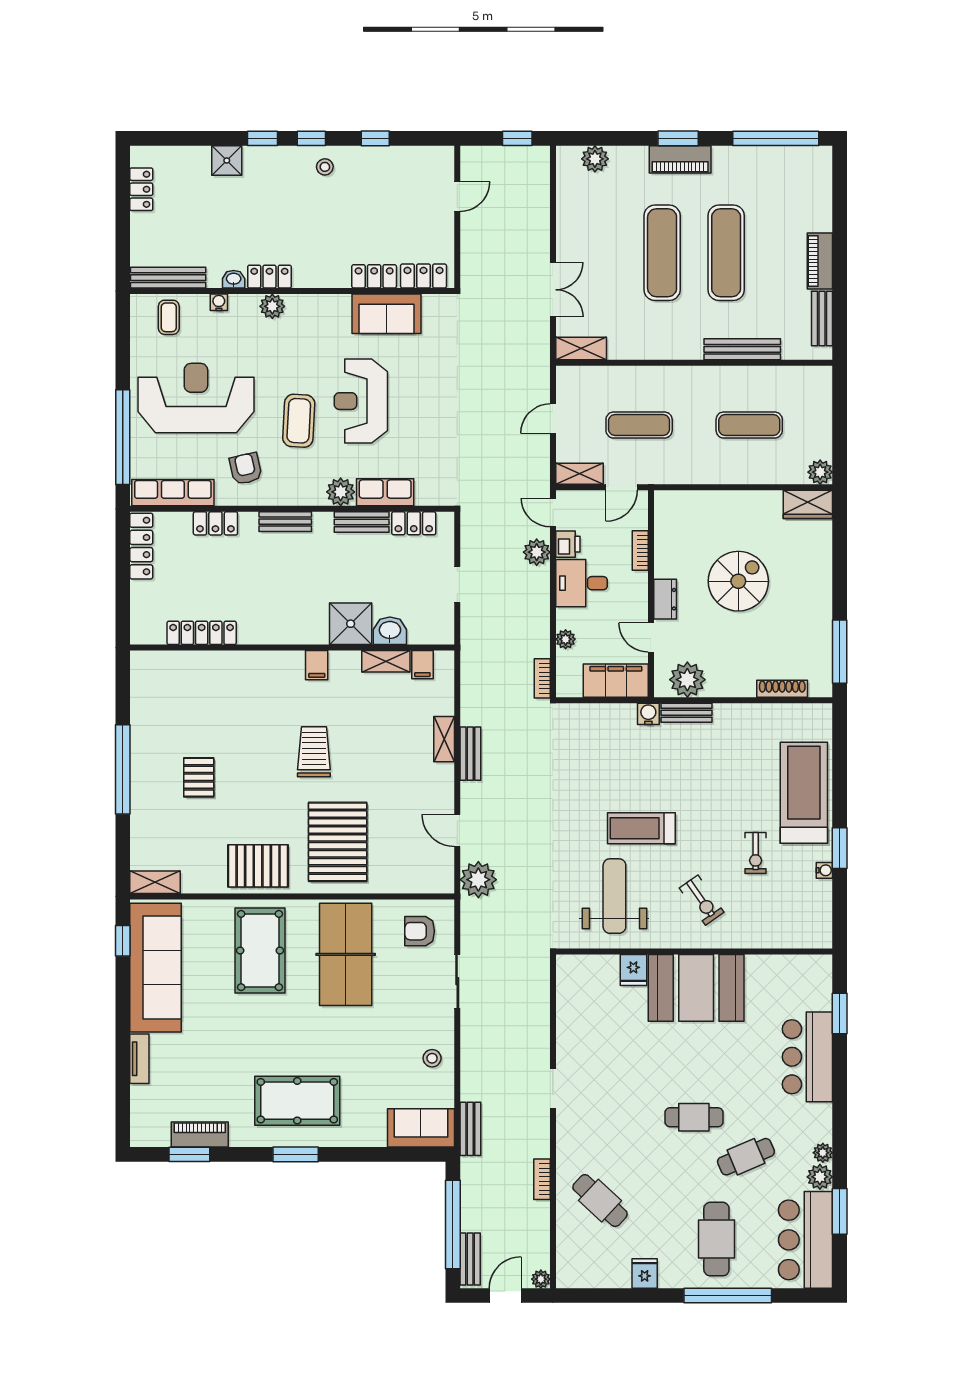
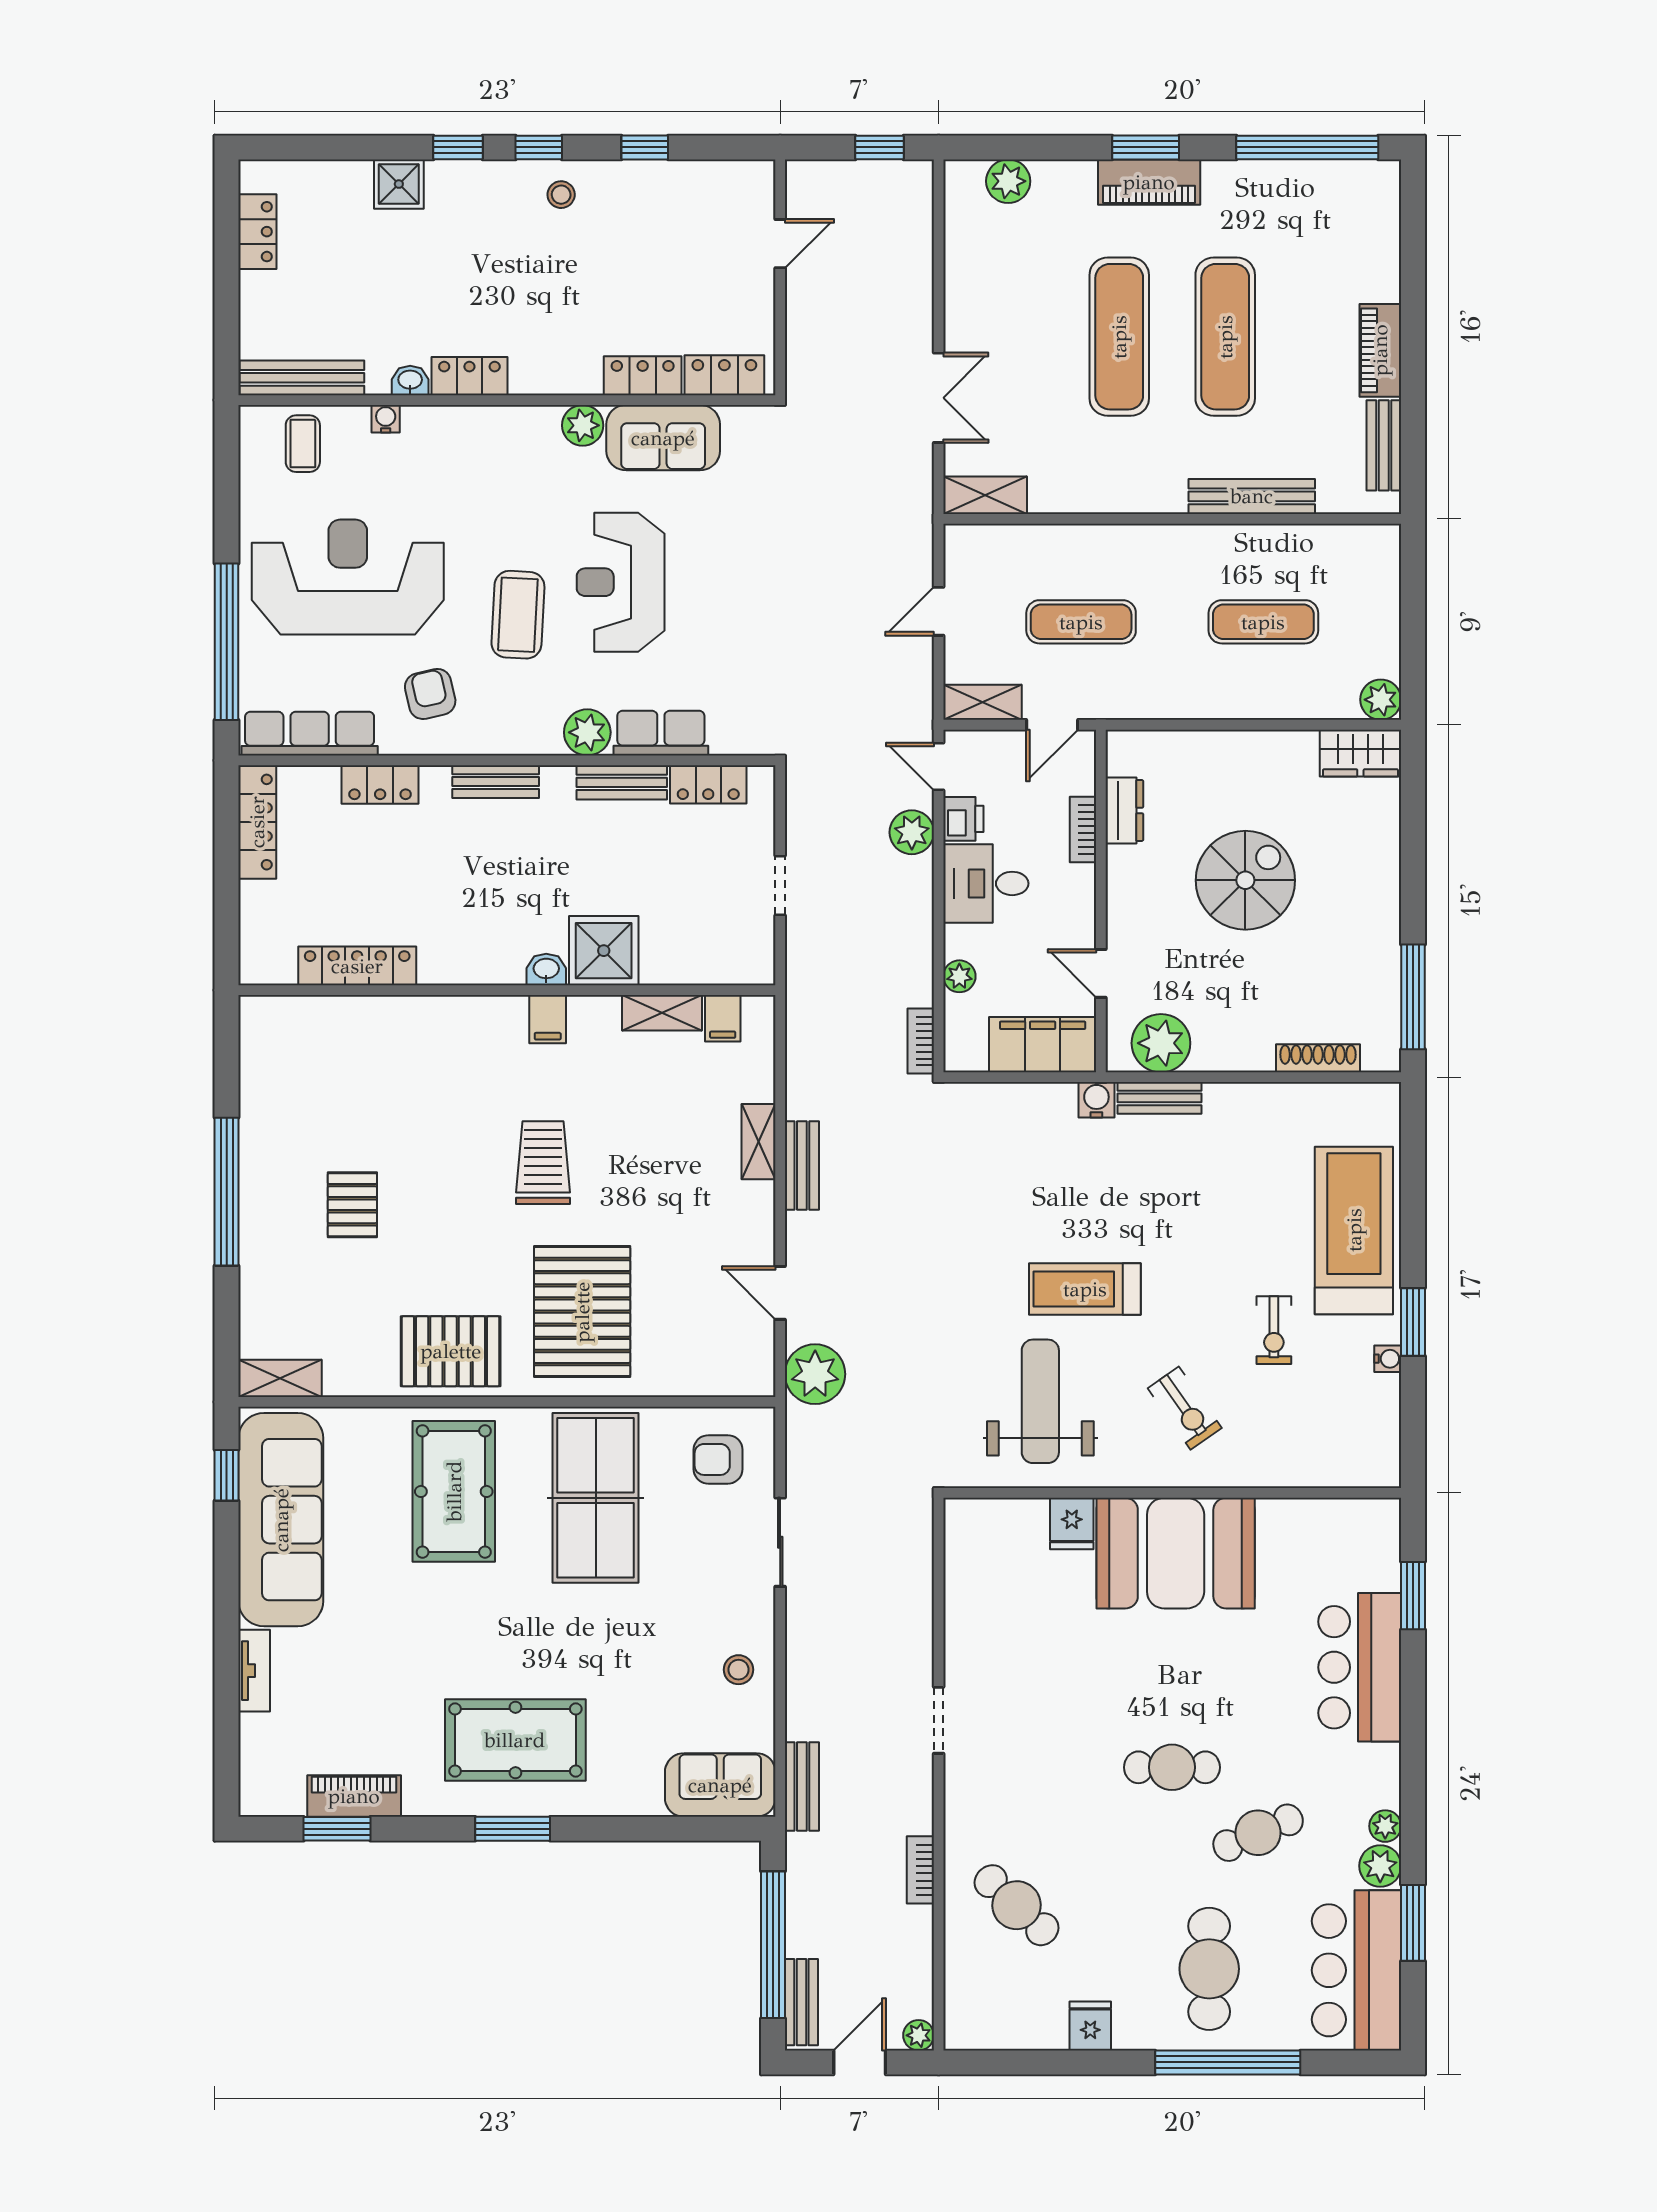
plant: (272, 306) -> (583, 425), moved
dresser: (665, 599) -> (1124, 810), moved
washbasin: (390, 631) -> (546, 969), moved, width x0.72, depth x0.69

